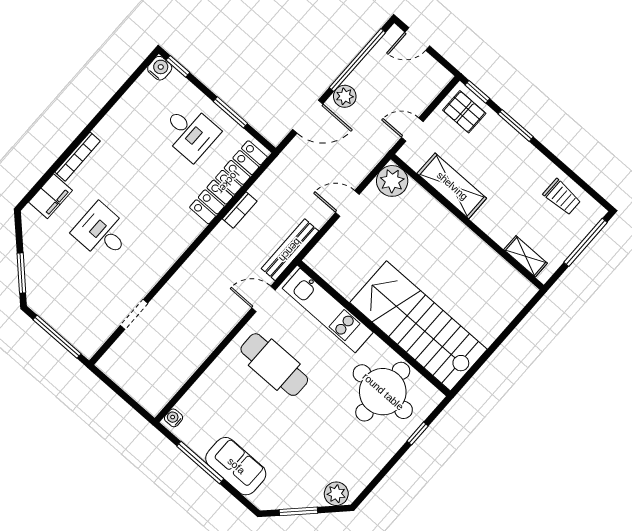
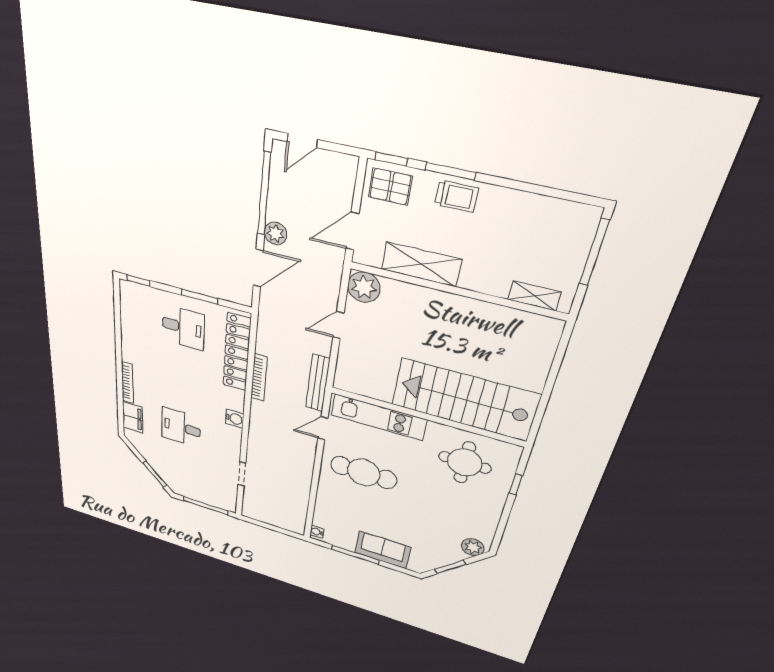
water cooler: (160, 68) -> (235, 419), moved, turned 90
door: (412, 130) -> (352, 231), width x1.38
trolley: (562, 197) -> (457, 196), moved
bookcase: (240, 210) -> (259, 378), width x1.56
round table: (383, 392) -> (465, 462), width x0.73, depth x0.73

